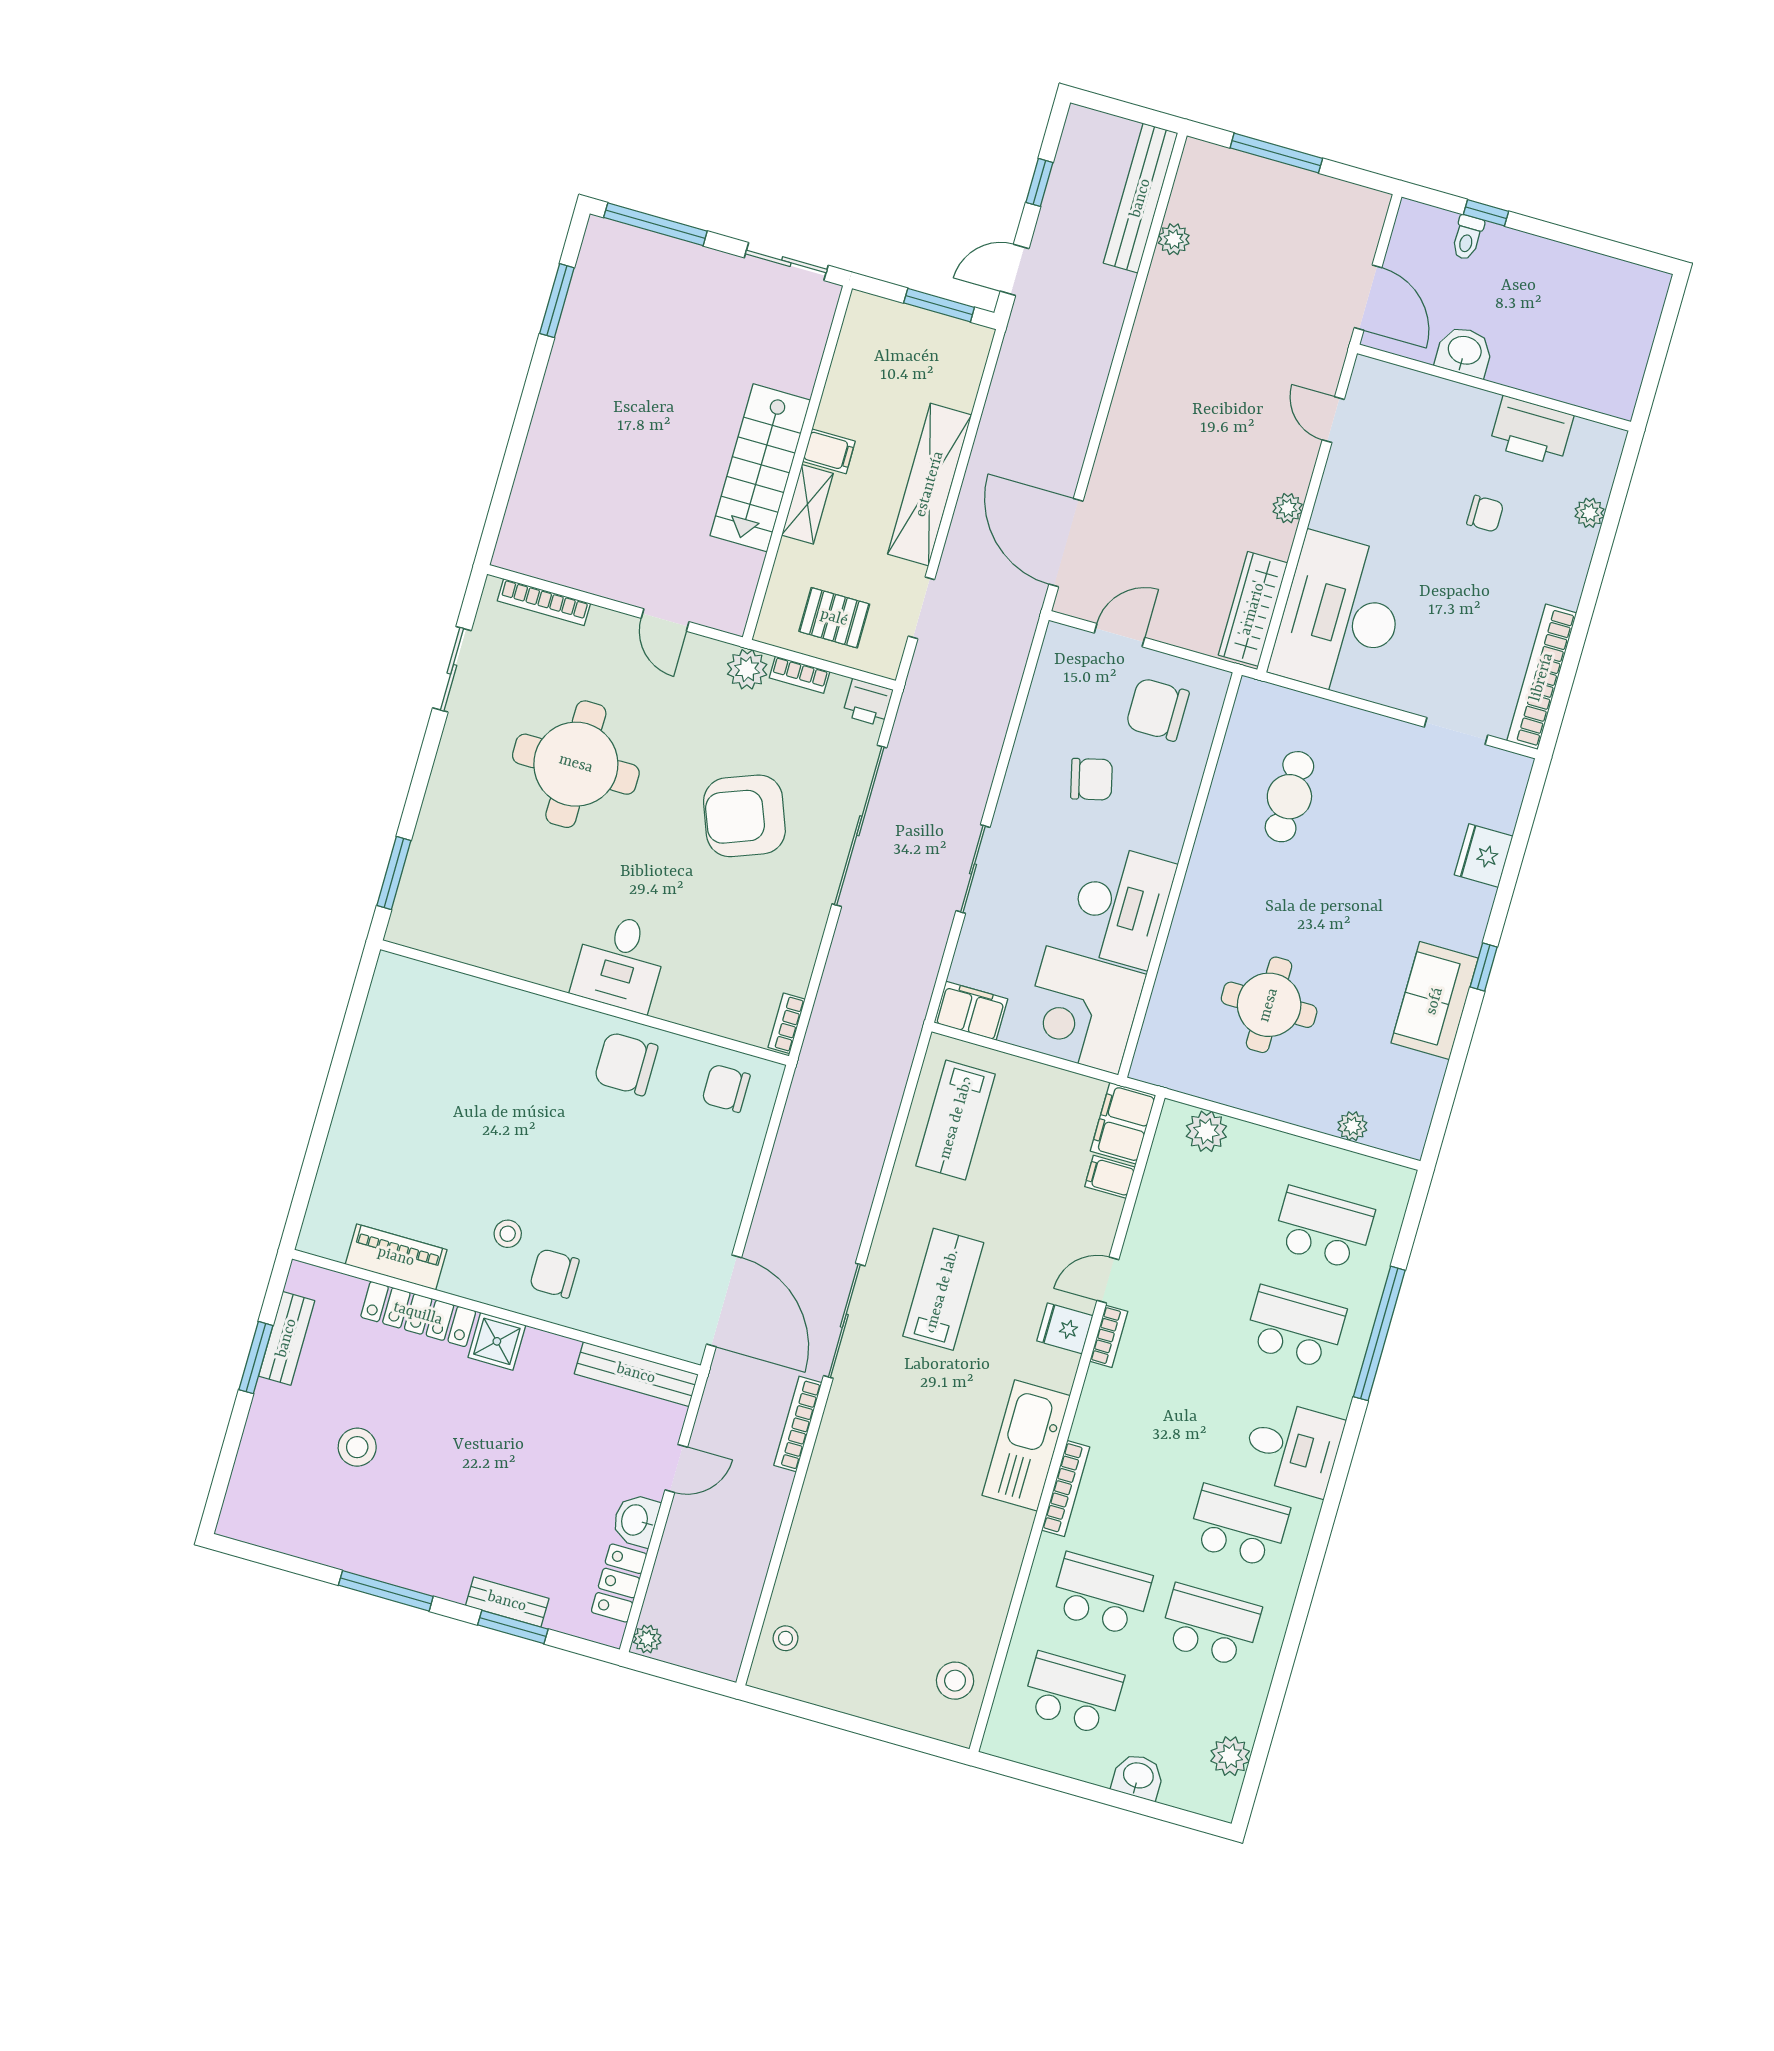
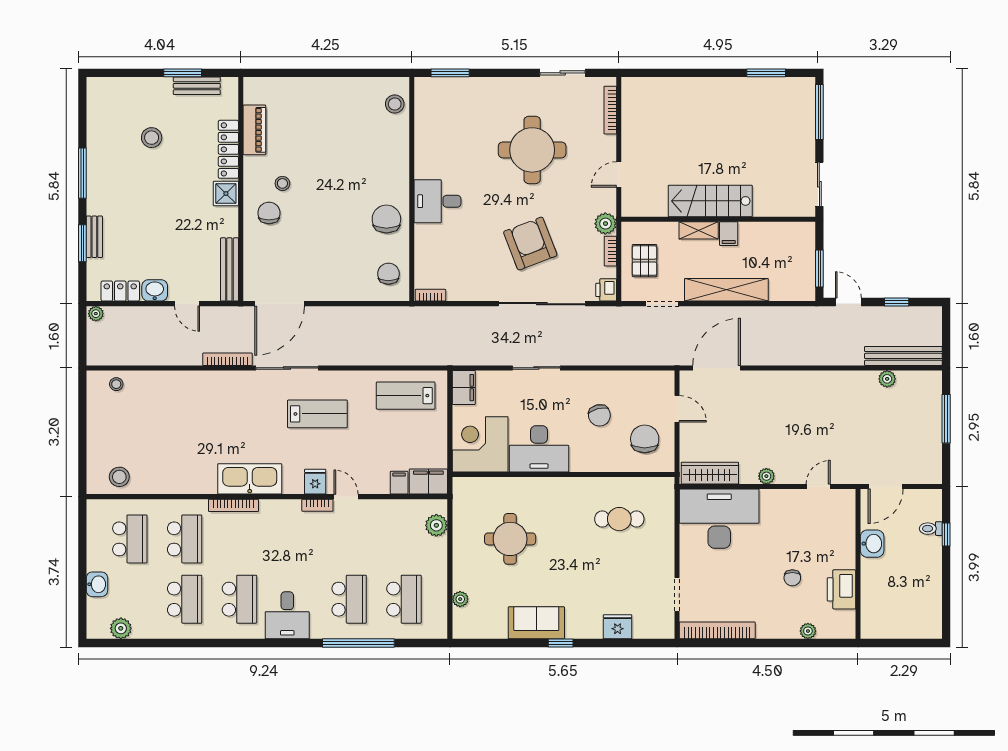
stool: (422, 989) -> (395, 104), added

